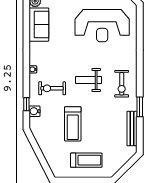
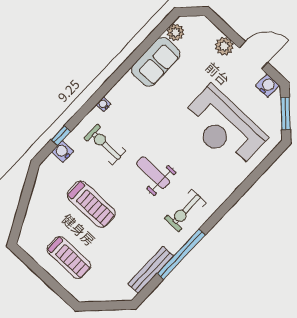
window: (140, 107) -> (181, 254), width x2.11
treadmill: (73, 124) -> (91, 204), turned -90

